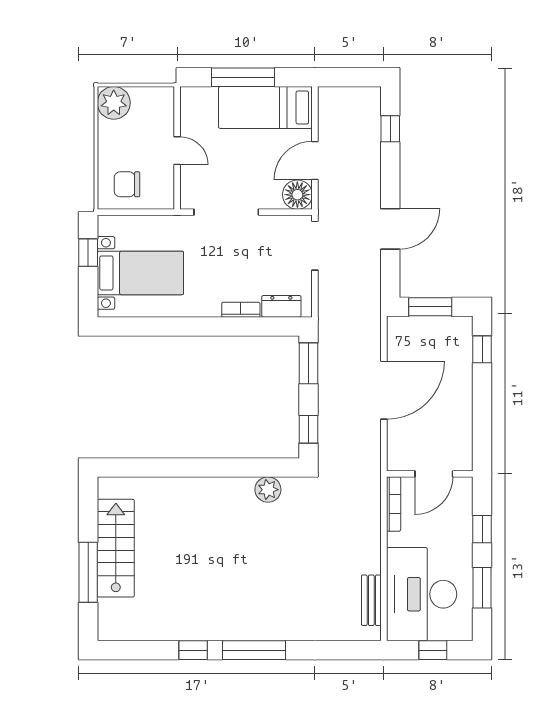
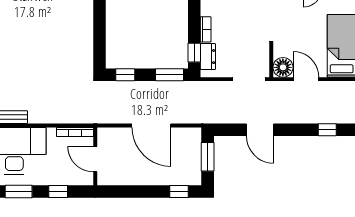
window: (275, 327) -> (194, 53), added
plant: (268, 490) -> (85, 48), removed

